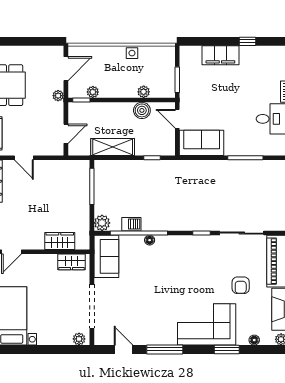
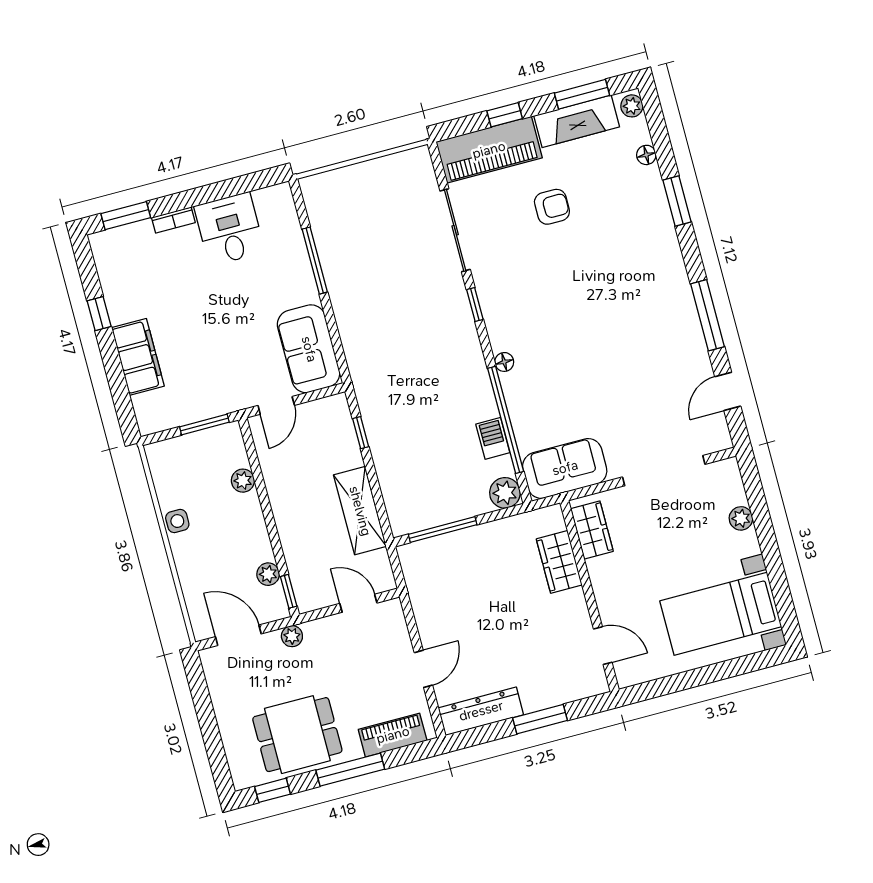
boiler: (142, 110) -> (278, 475), removed
floor lamp: (150, 240) -> (504, 362), moved
corner sofa: (207, 324) -> (641, 250), removed
plant: (79, 339) -> (741, 518), moved

